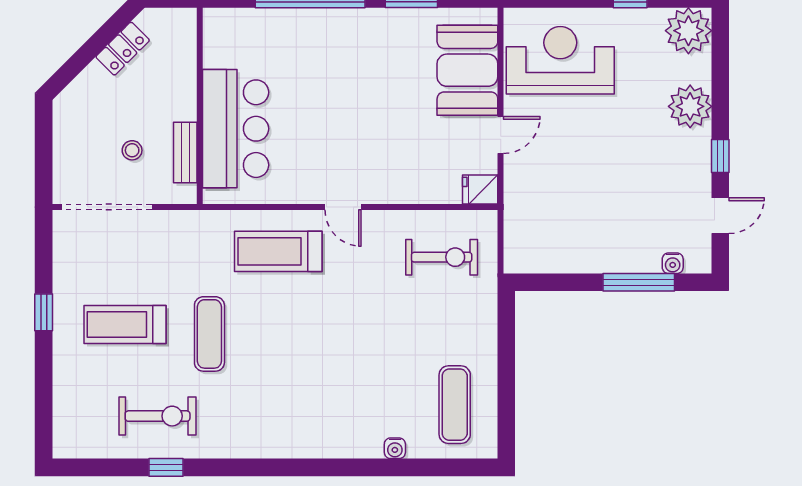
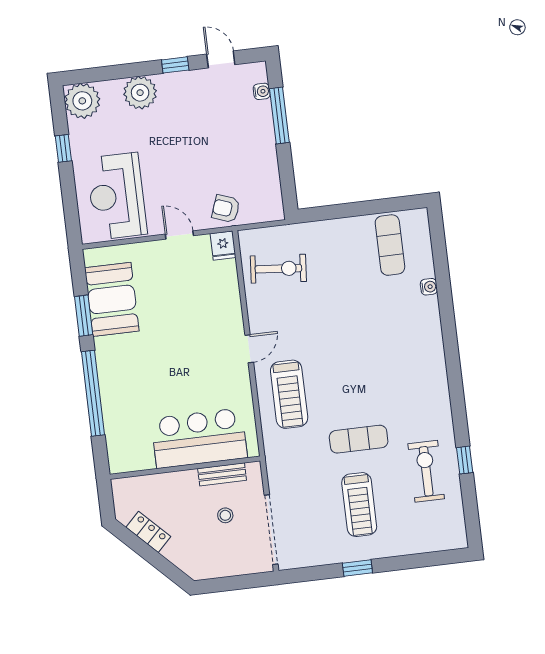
booth: (467, 70) -> (112, 299), moved, turned 90
armchair: (527, 199) -> (226, 209), added
exercise bike: (442, 257) -> (278, 269), turned 95
exercise mat: (455, 405) -> (390, 245), turned 90

